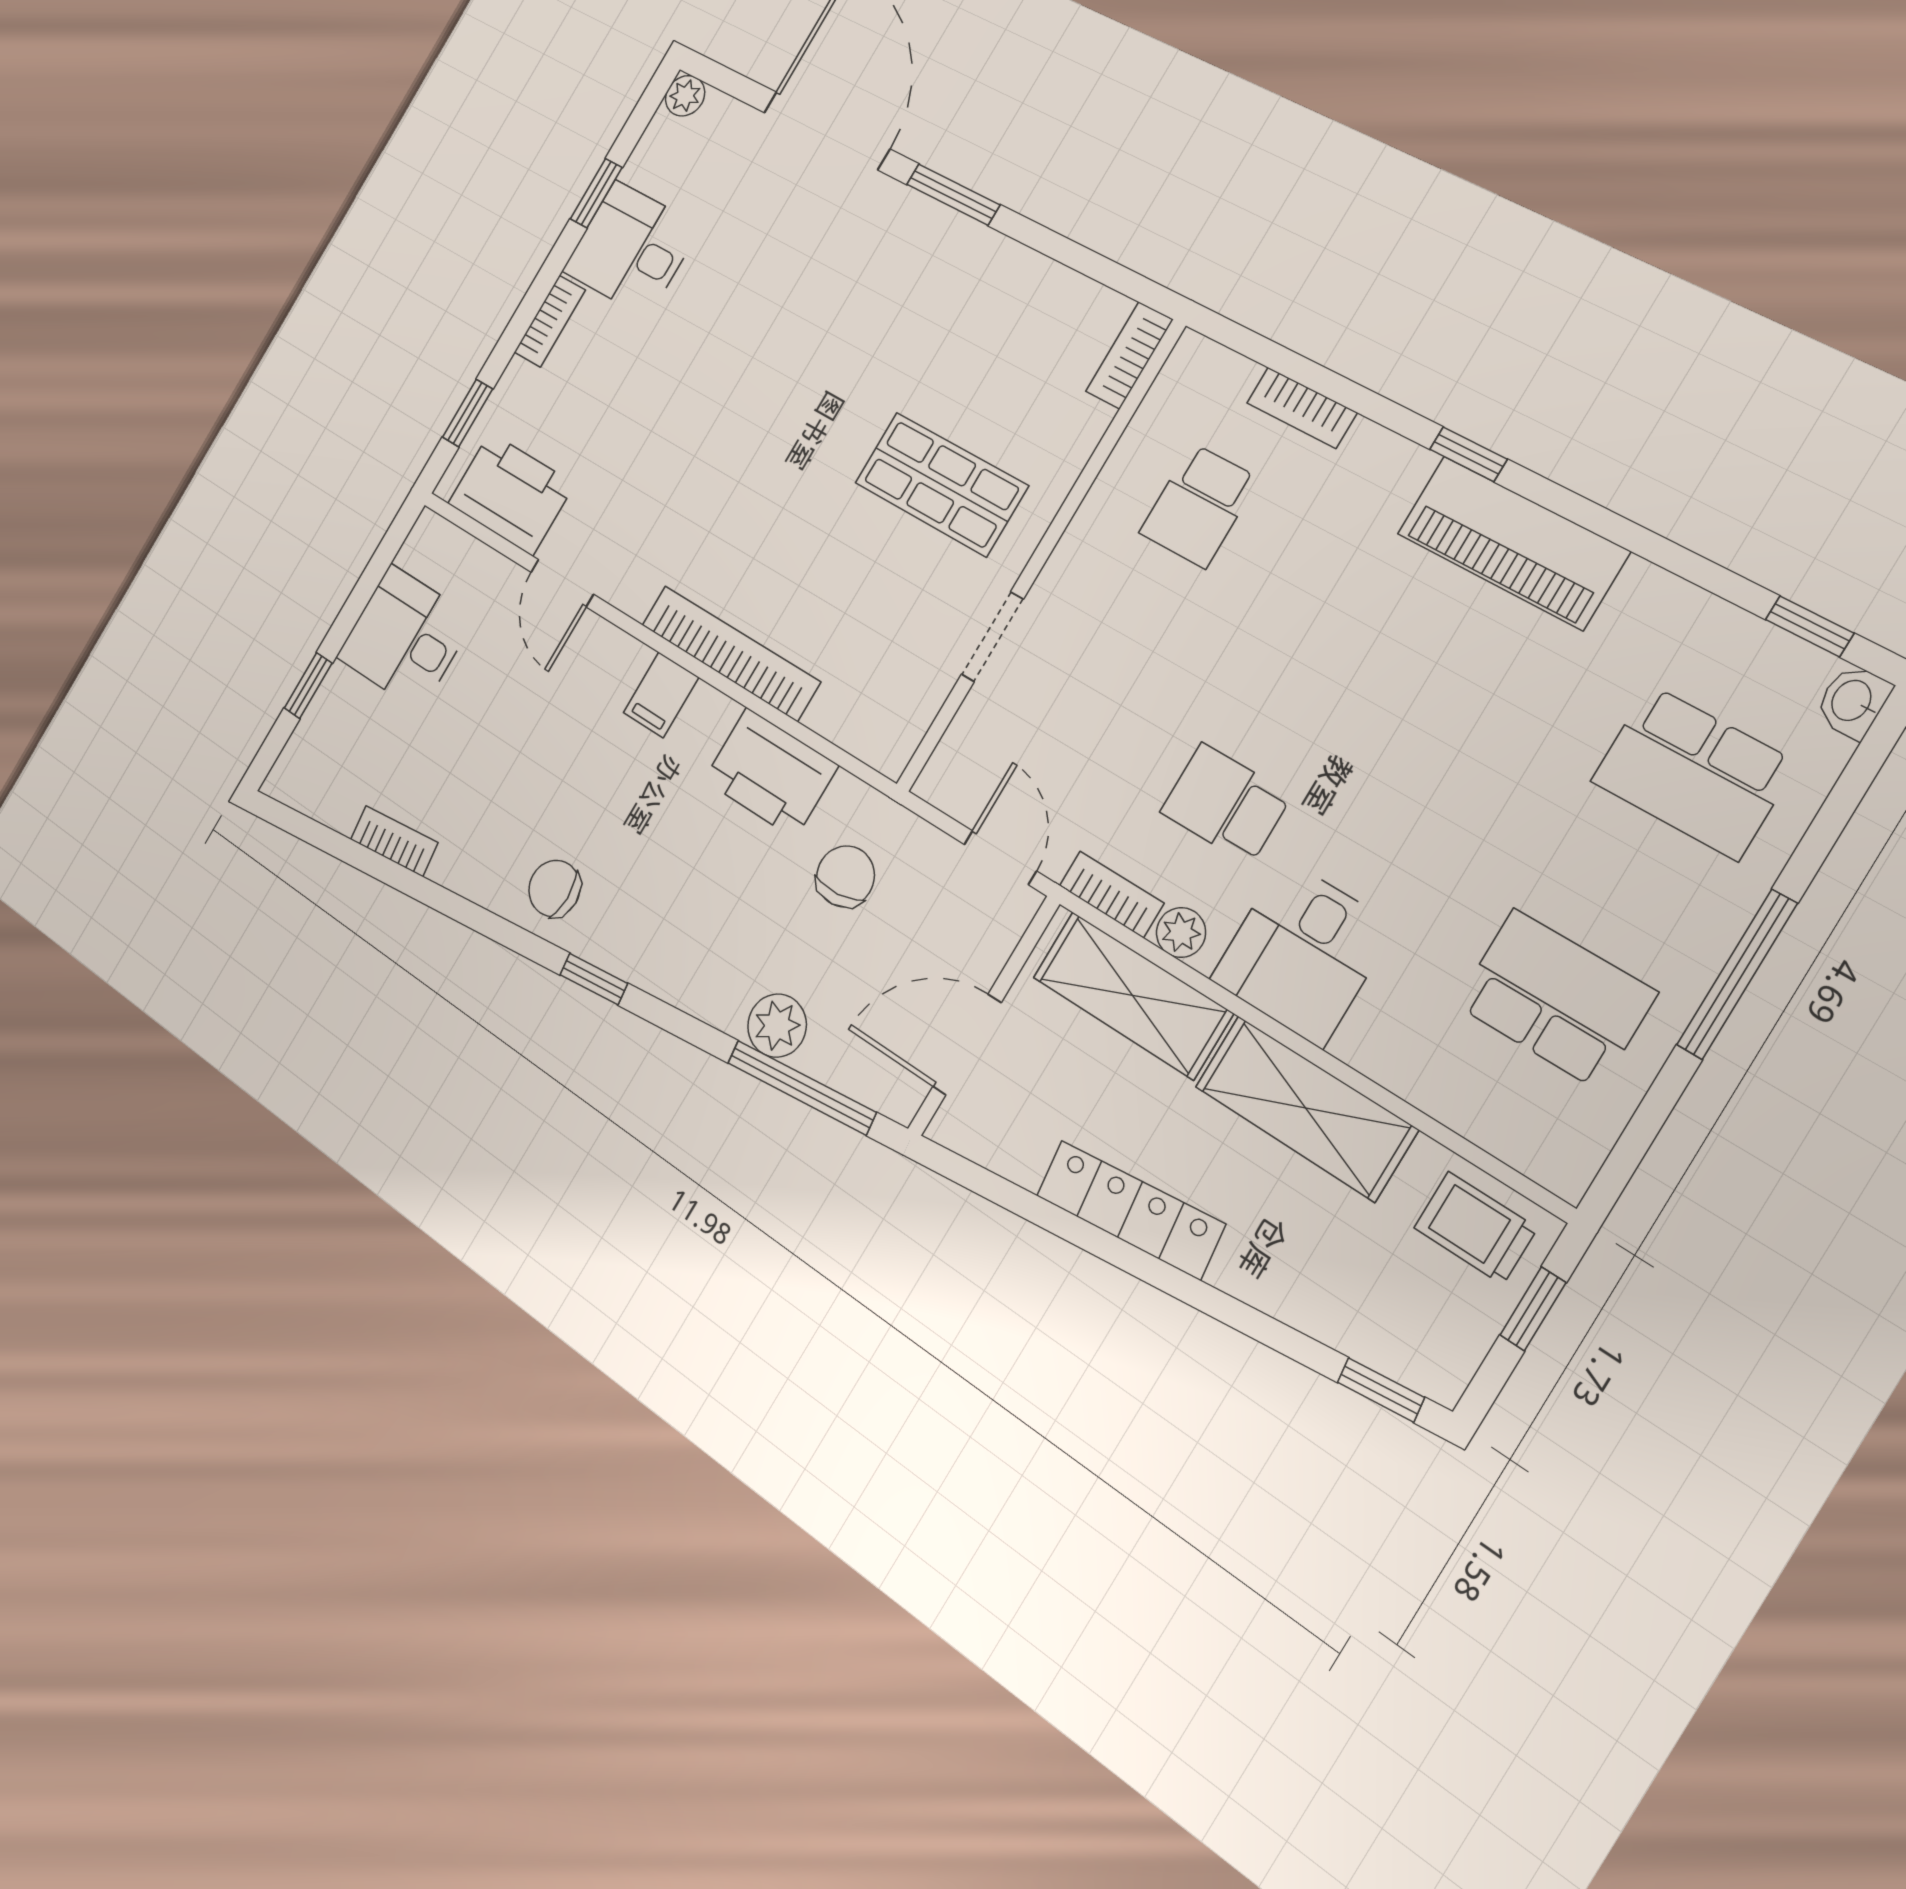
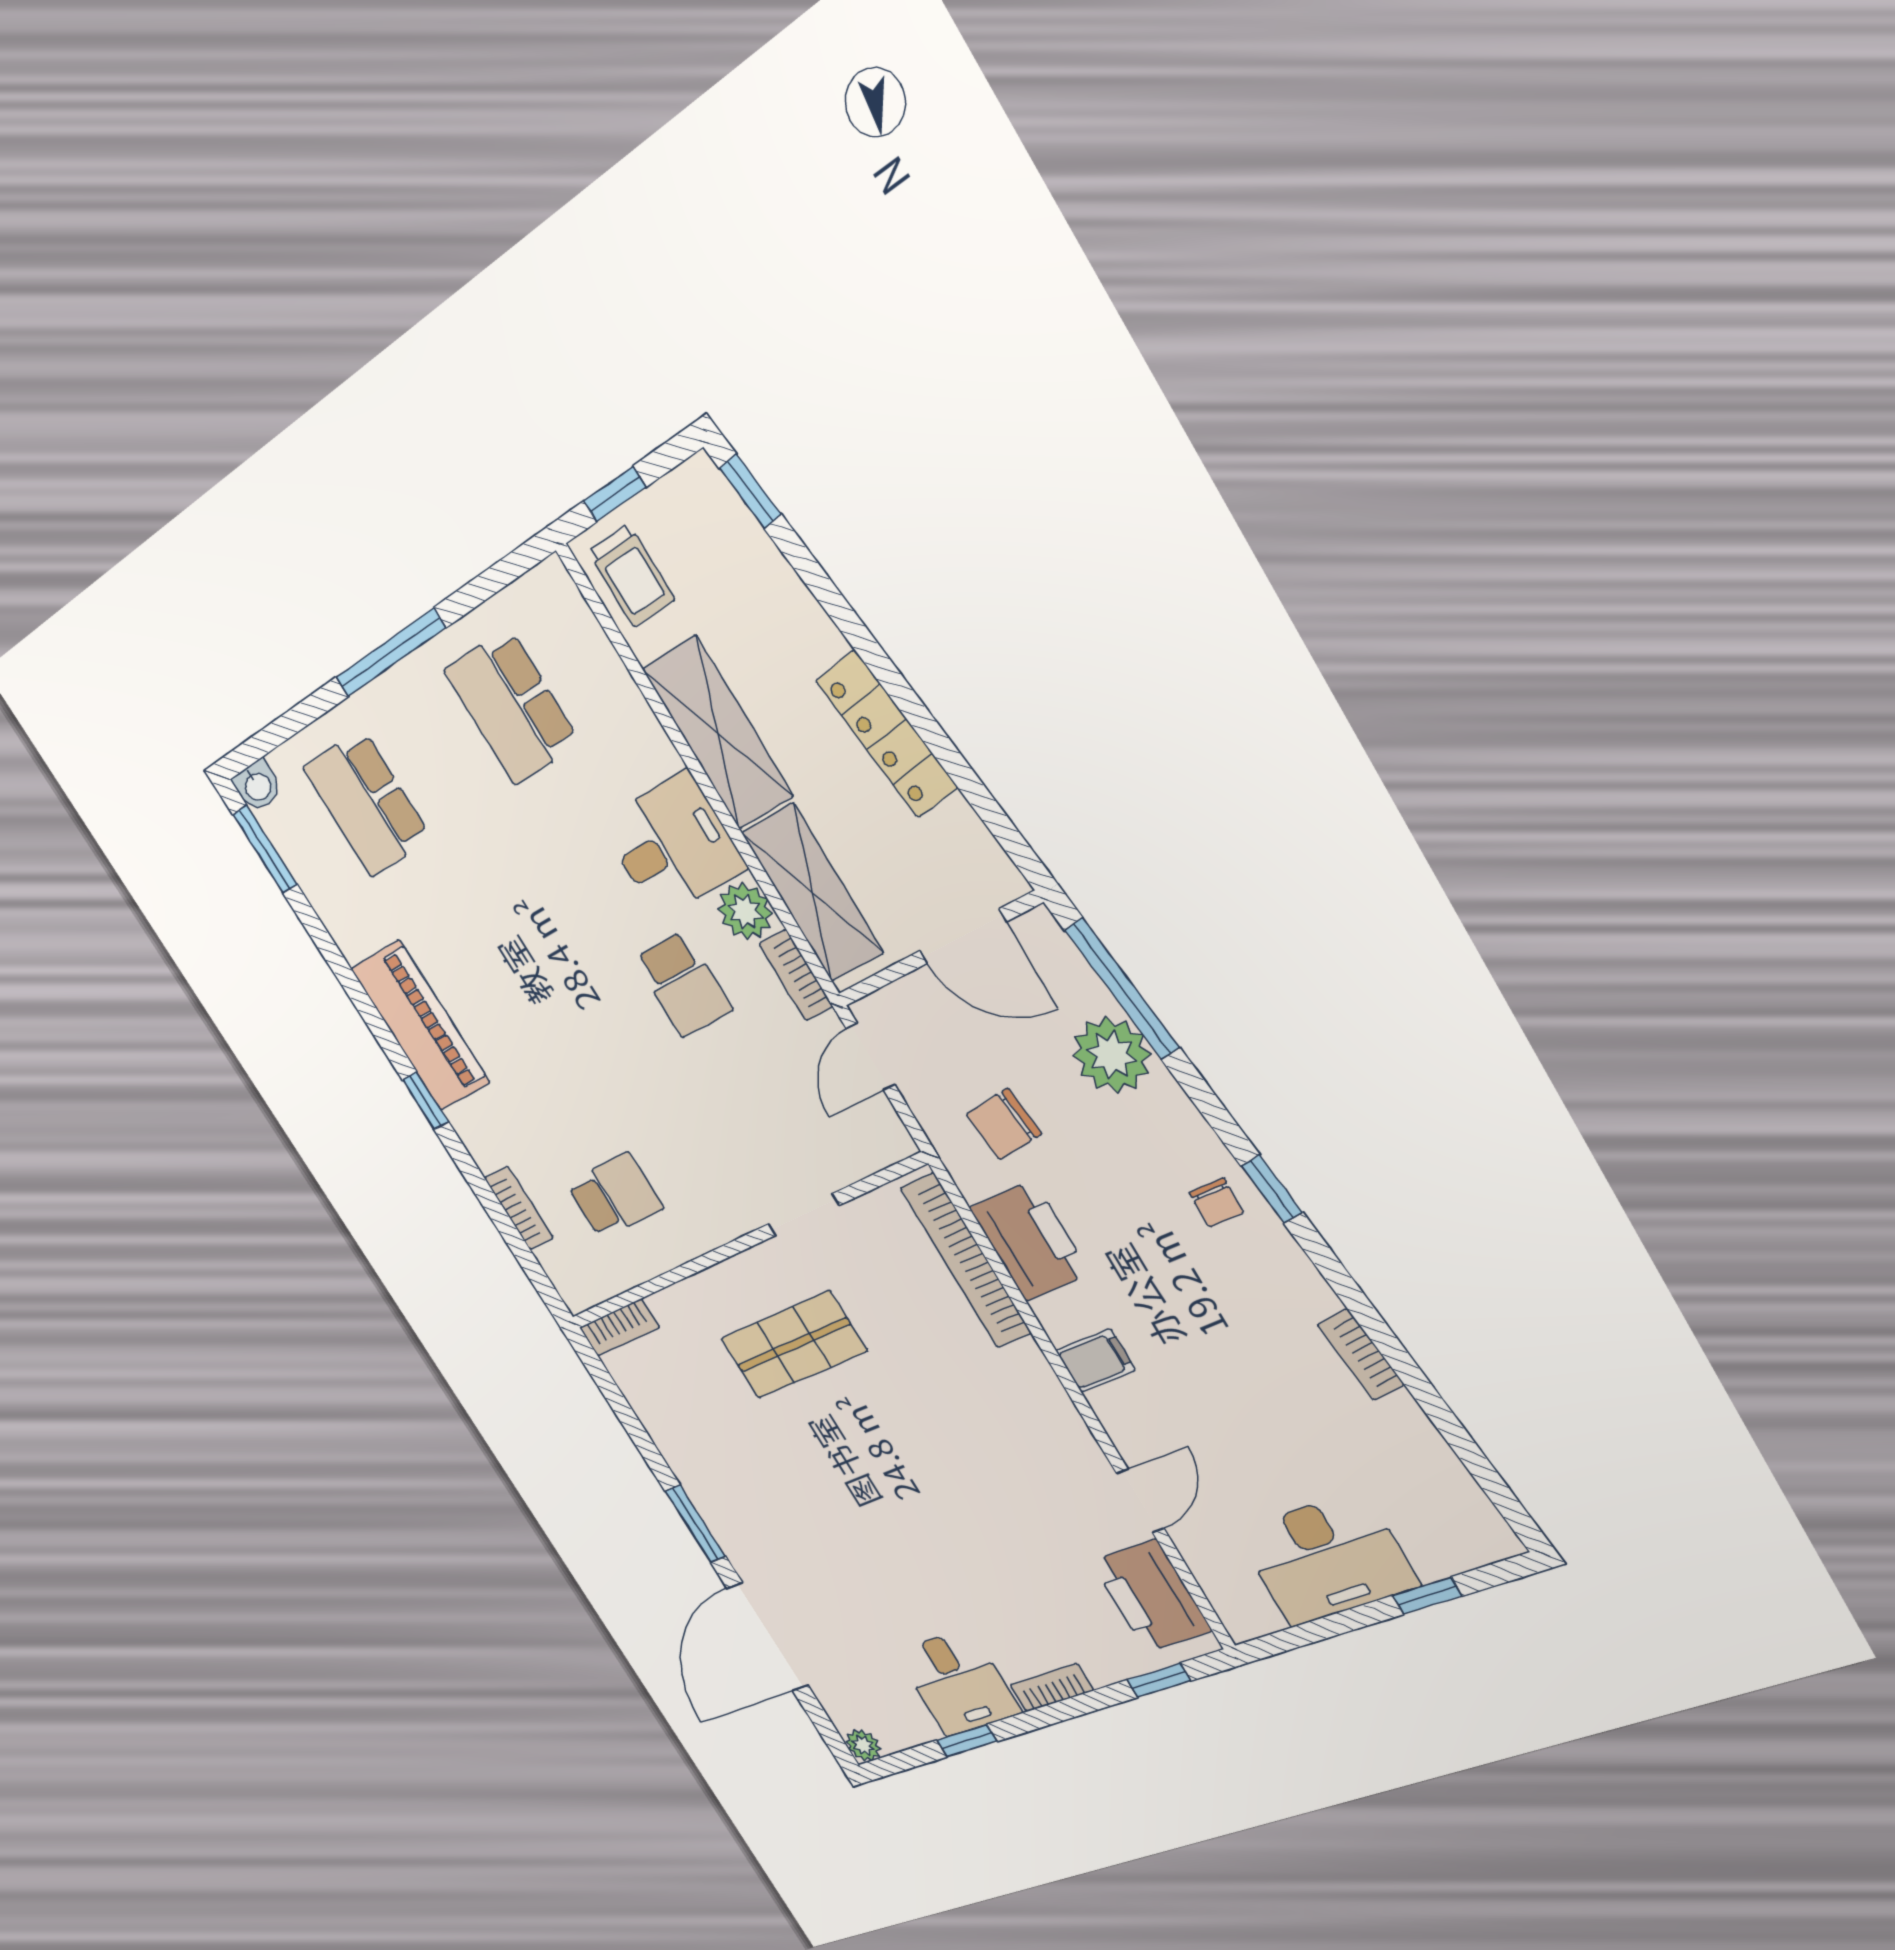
shop shelf: (941, 484) -> (794, 1345), turned 90
window: (1810, 626) -> (265, 849), width x1.50
desk: (405, 638) -> (1327, 1558), width x1.37
bookcase: (730, 653) -> (966, 1261), moved
school desk: (1693, 772) -> (367, 803), turned 180
bookcase: (394, 841) -> (1361, 1355), moved
chair: (554, 888) -> (1216, 1203), moved, width x0.73, depth x0.73
plant: (1181, 932) -> (745, 911), width x1.38, depth x1.38
plant: (777, 1026) -> (1112, 1055), width x1.36, depth x1.36

